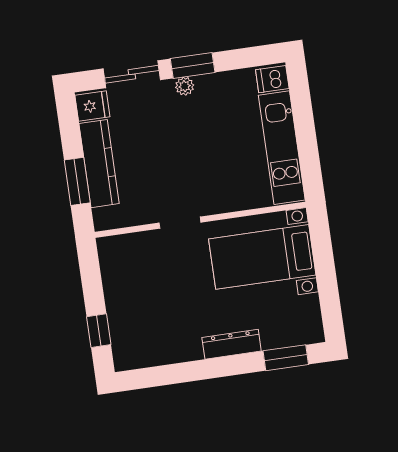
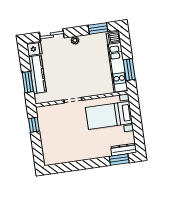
window: (193, 65) -> (98, 28), moved
window: (308, 153) -> (129, 70), added
window: (99, 331) -> (34, 125), moved
dresser: (232, 344) -> (124, 150), moved

